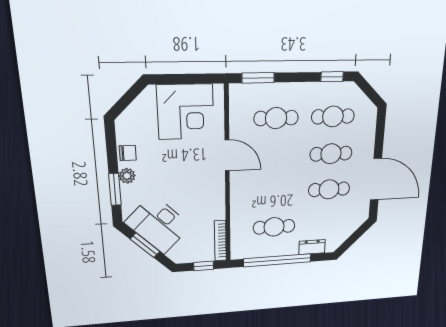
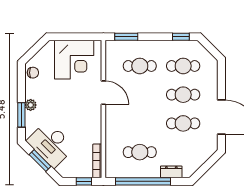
chair: (128, 153) -> (33, 73), moved

